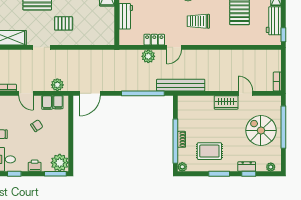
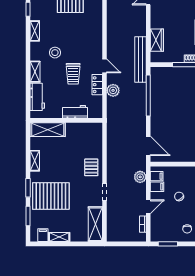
trolley: (198, 21) -> (73, 74), moved
pallet: (64, 23) -> (91, 167), moved
wardrobe: (226, 102) -> (157, 40), moved

